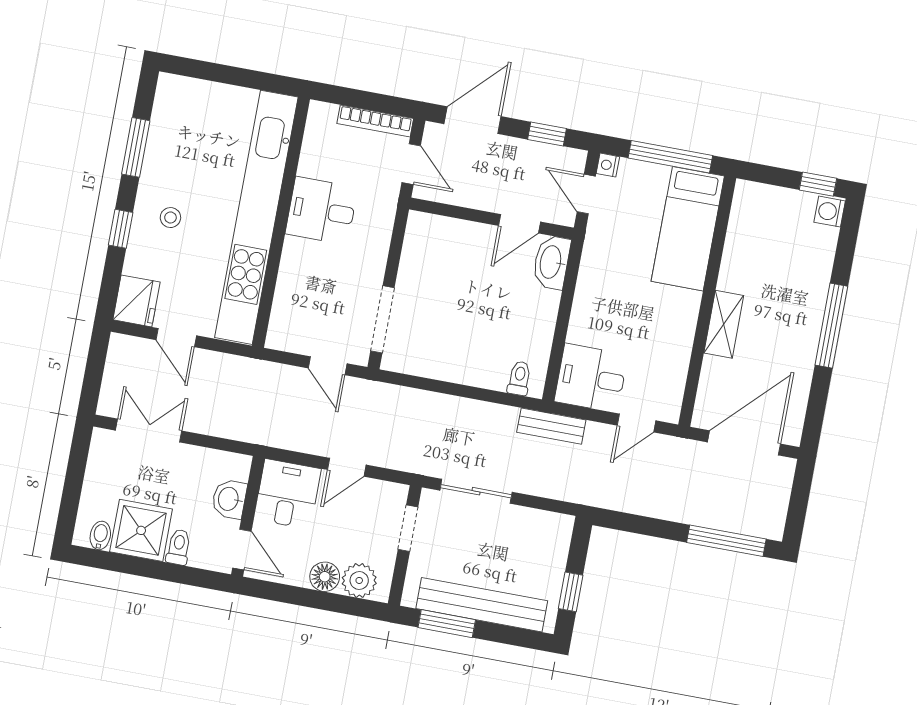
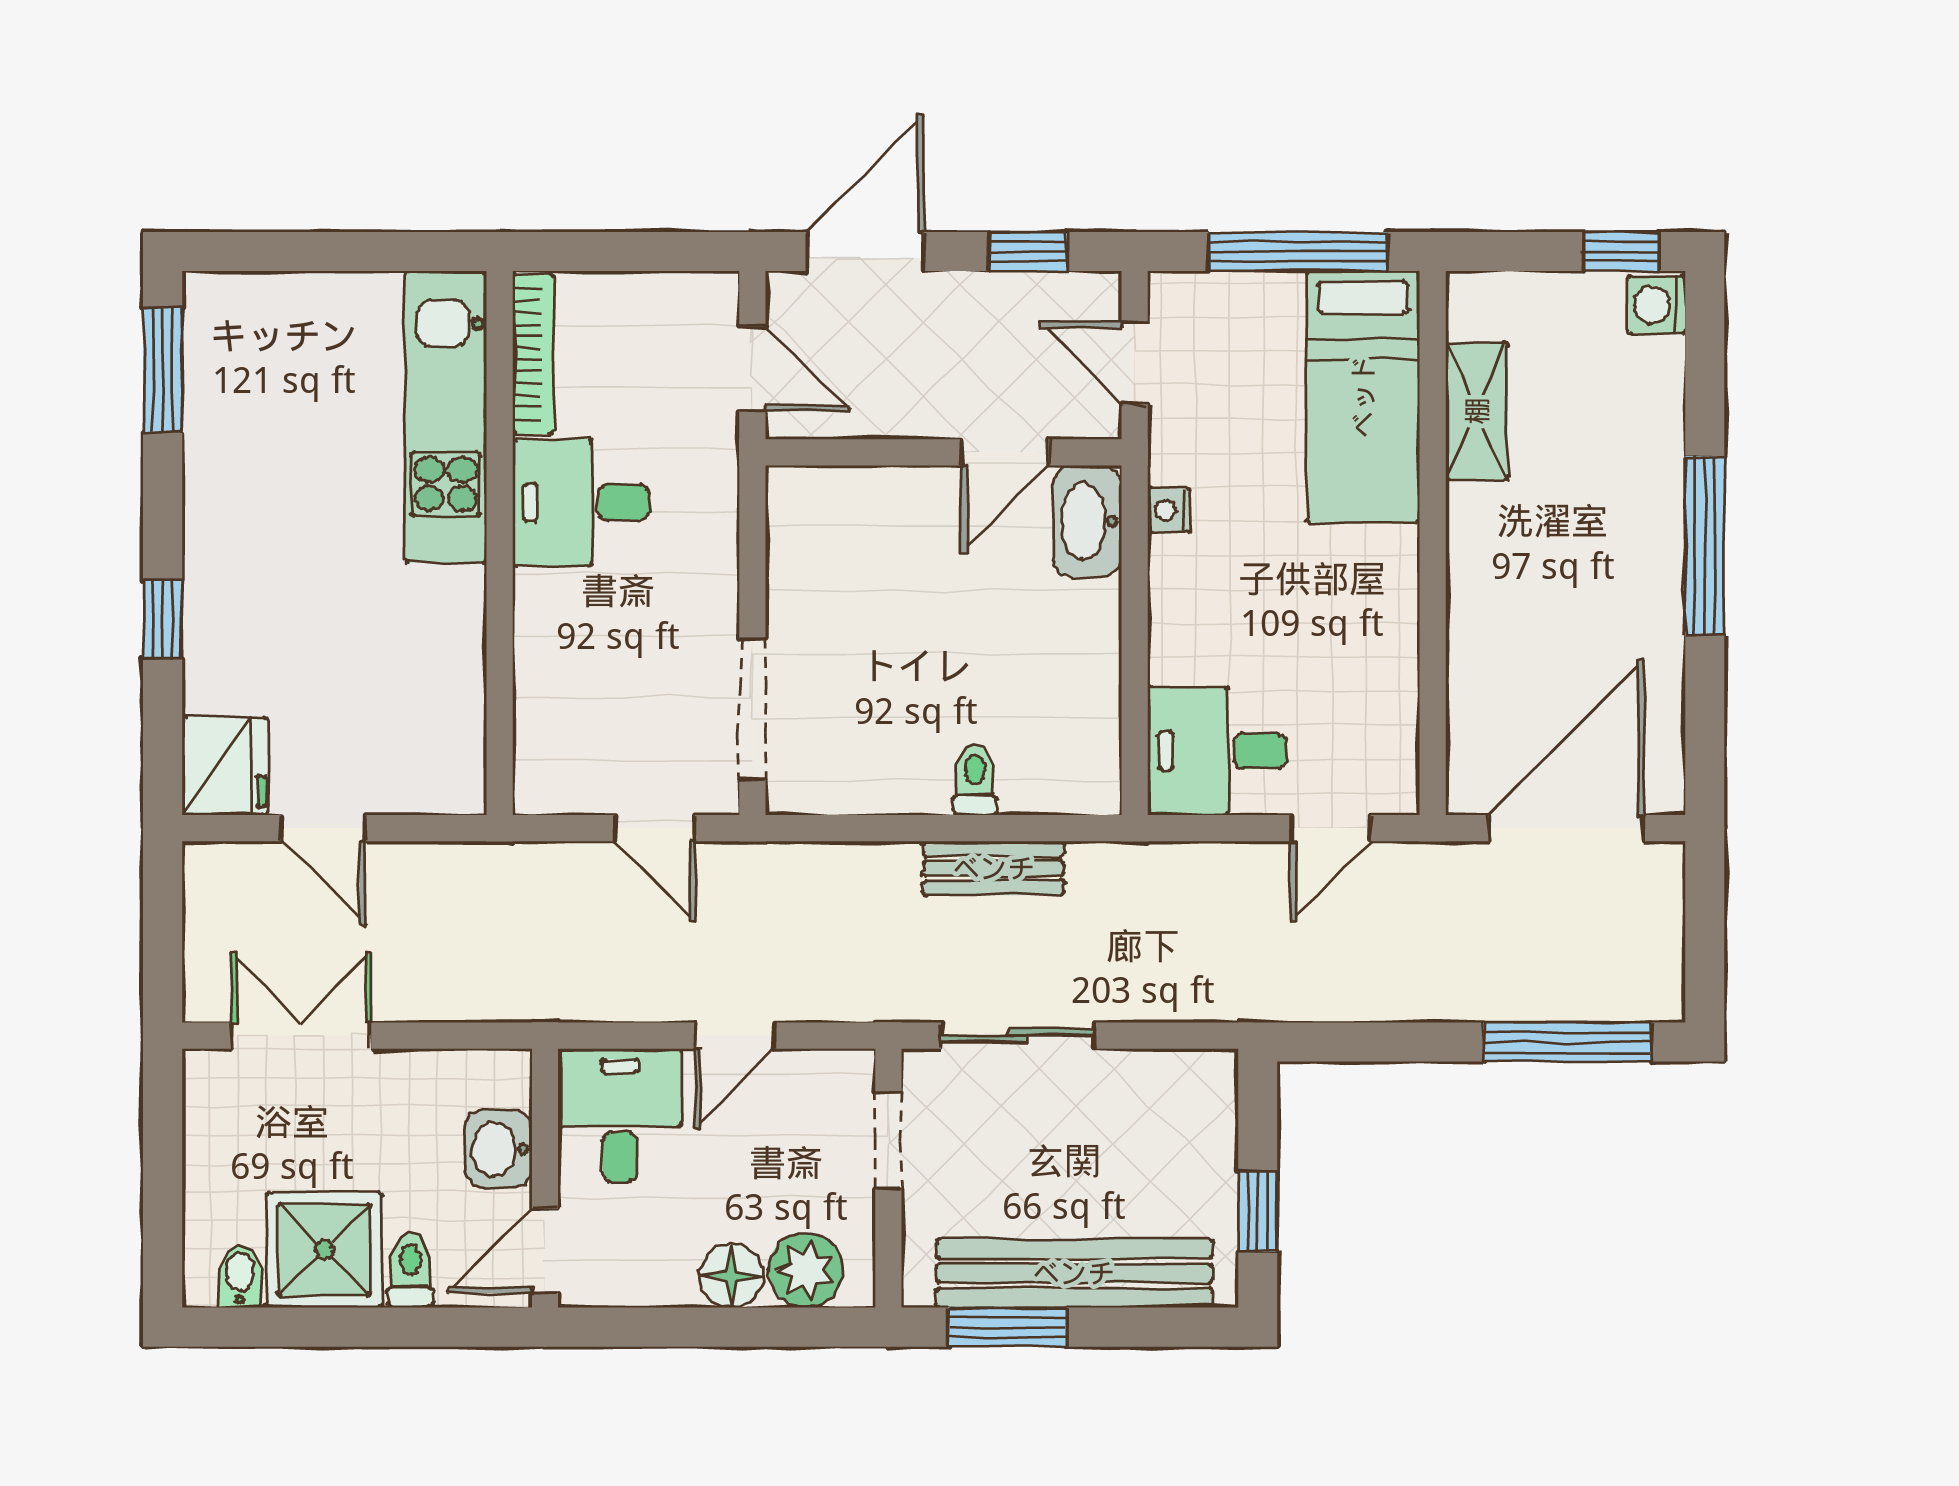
bookcase: (375, 121) -> (533, 354), moved, turned -90
window: (136, 147) -> (163, 370), moved
nightstand: (608, 165) -> (1169, 510), moved
kitchen unit: (256, 217) -> (446, 417), width x0.54
stool: (170, 218) -> (264, 576), removed
shelving: (724, 324) -> (1477, 411), moved
toilet: (519, 378) -> (975, 779), moved
bench: (551, 426) -> (994, 868), moved
door: (242, 550) -> (545, 1251), swing flipped

